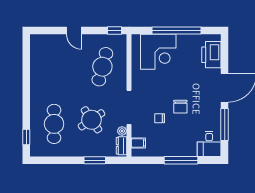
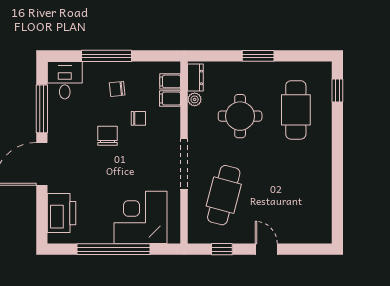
window: (115, 30) -> (222, 249), moved
doorway: (129, 107) -> (184, 164), moved
round table: (91, 120) -> (240, 116), turned 34
filing cabinet: (138, 132) -> (170, 98), added
chair: (174, 138) -> (117, 89), added
window: (95, 160) -> (258, 56), moved

